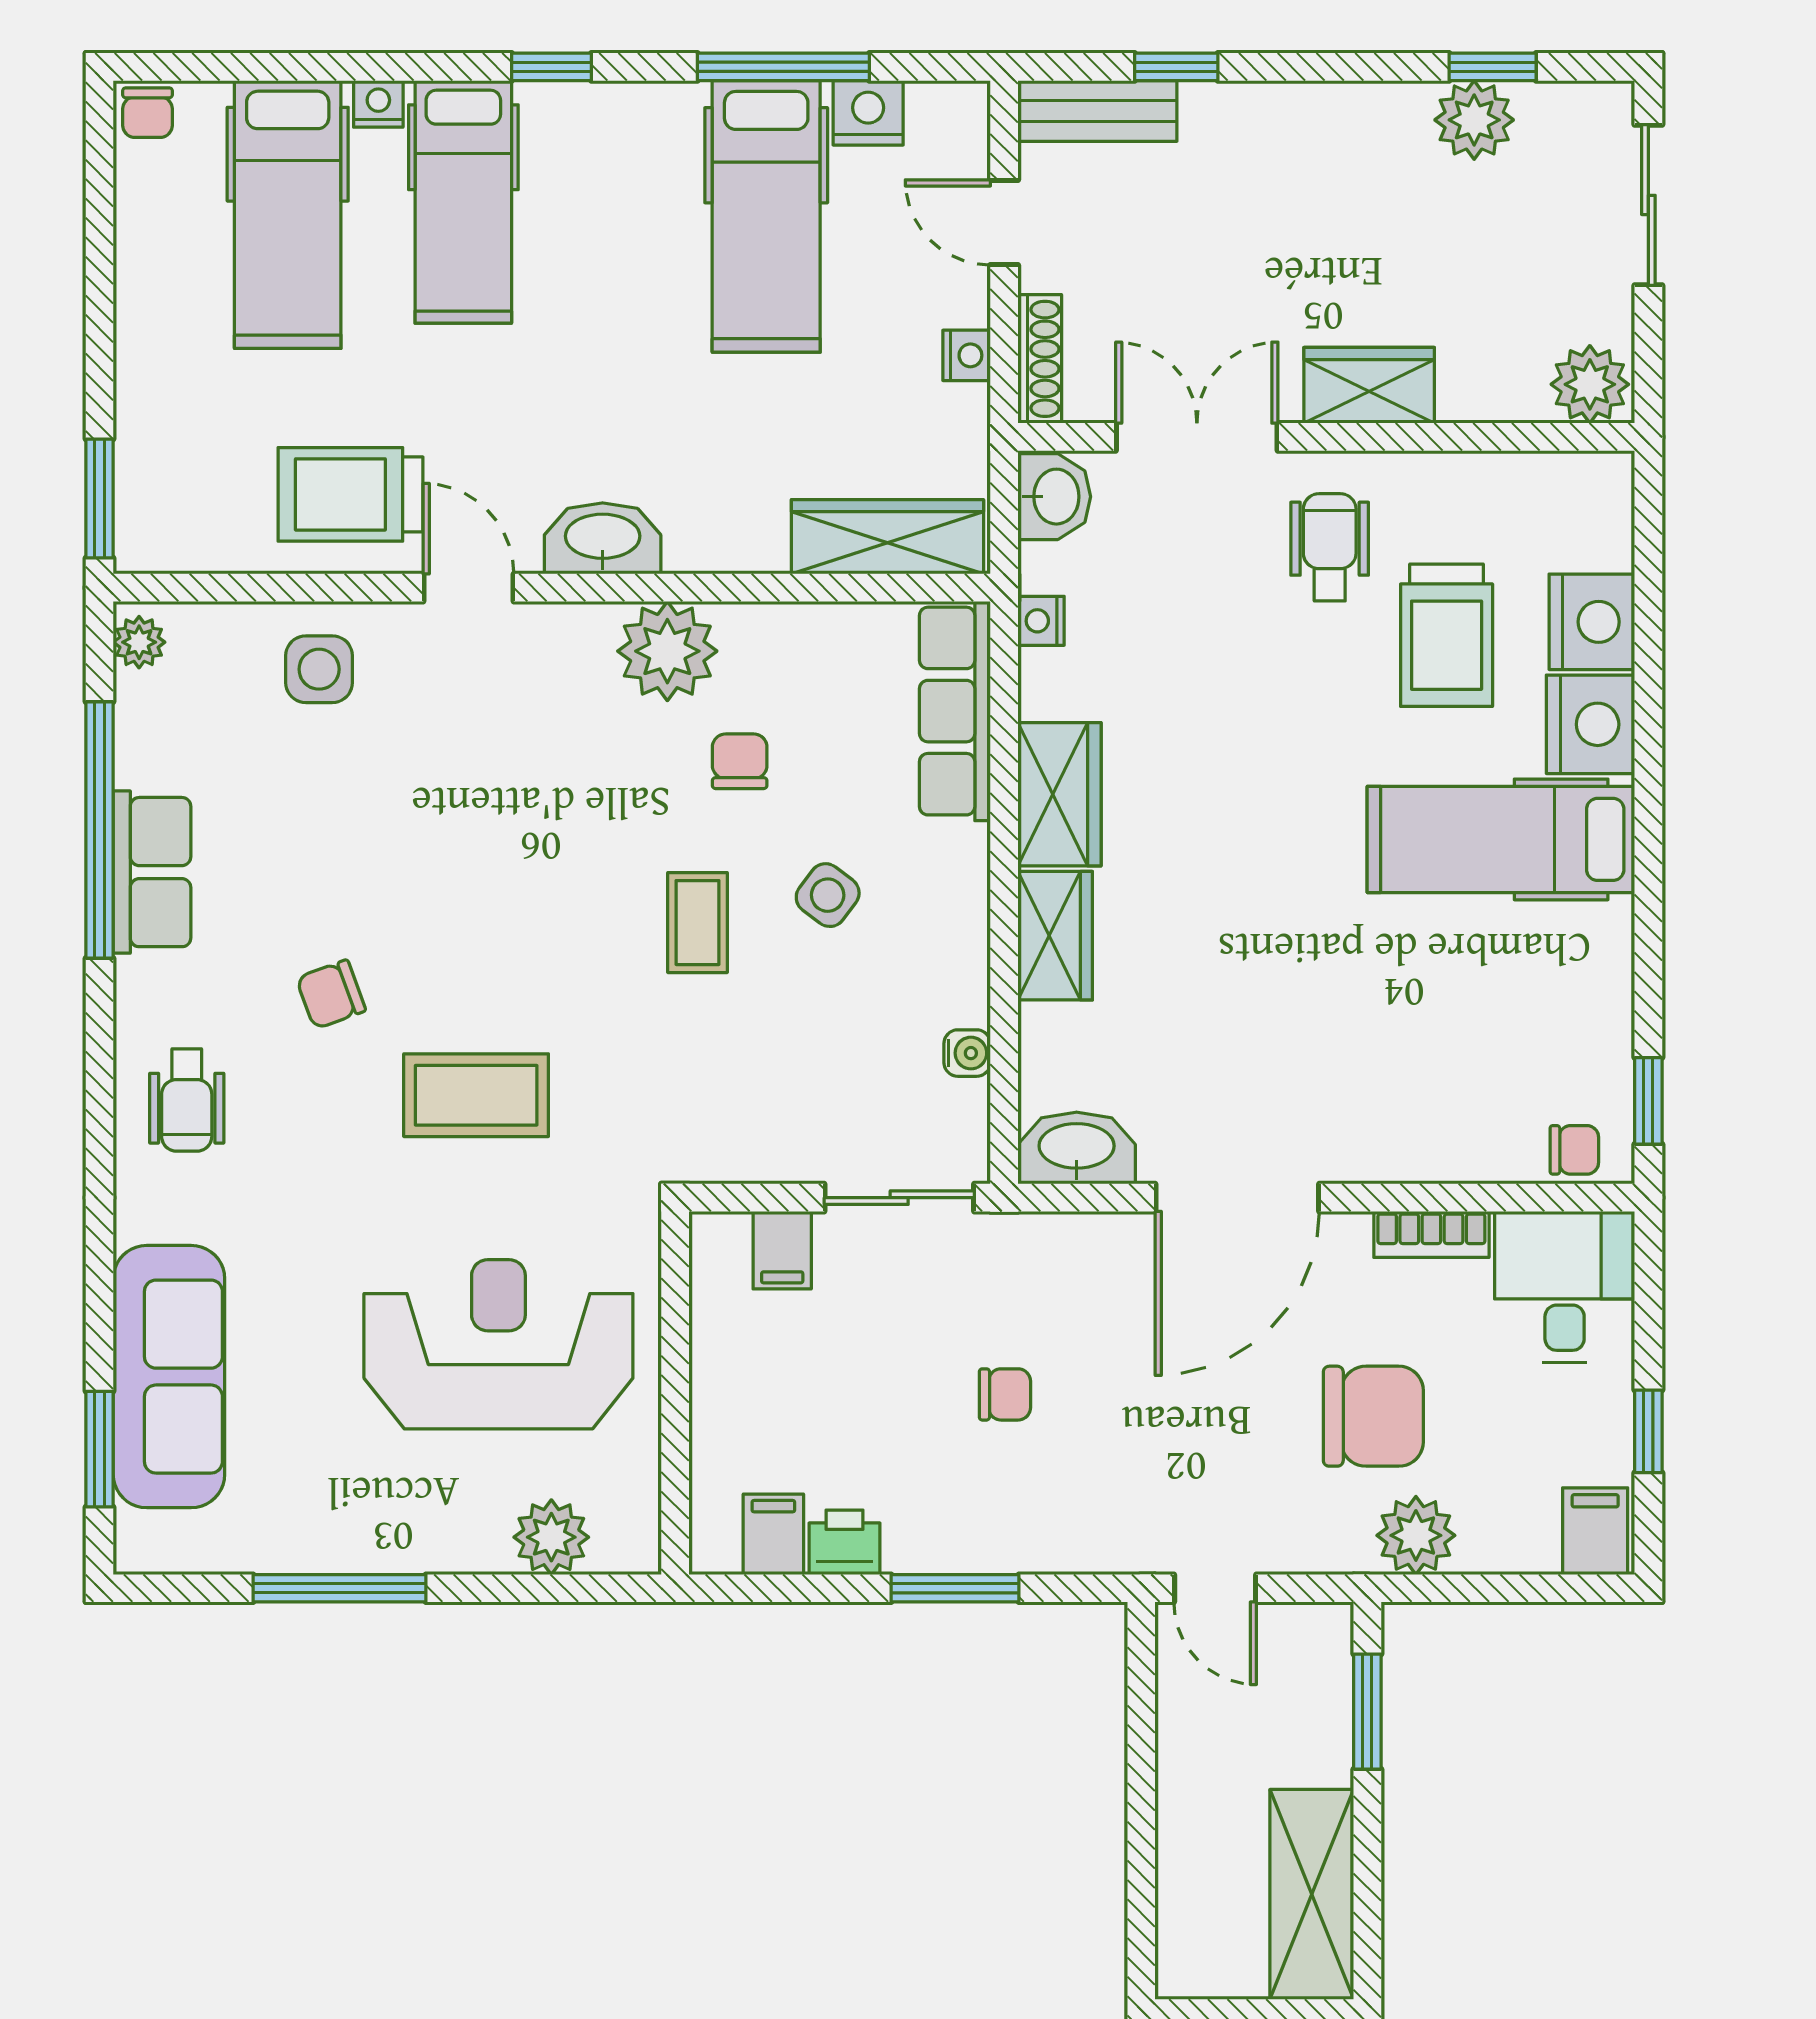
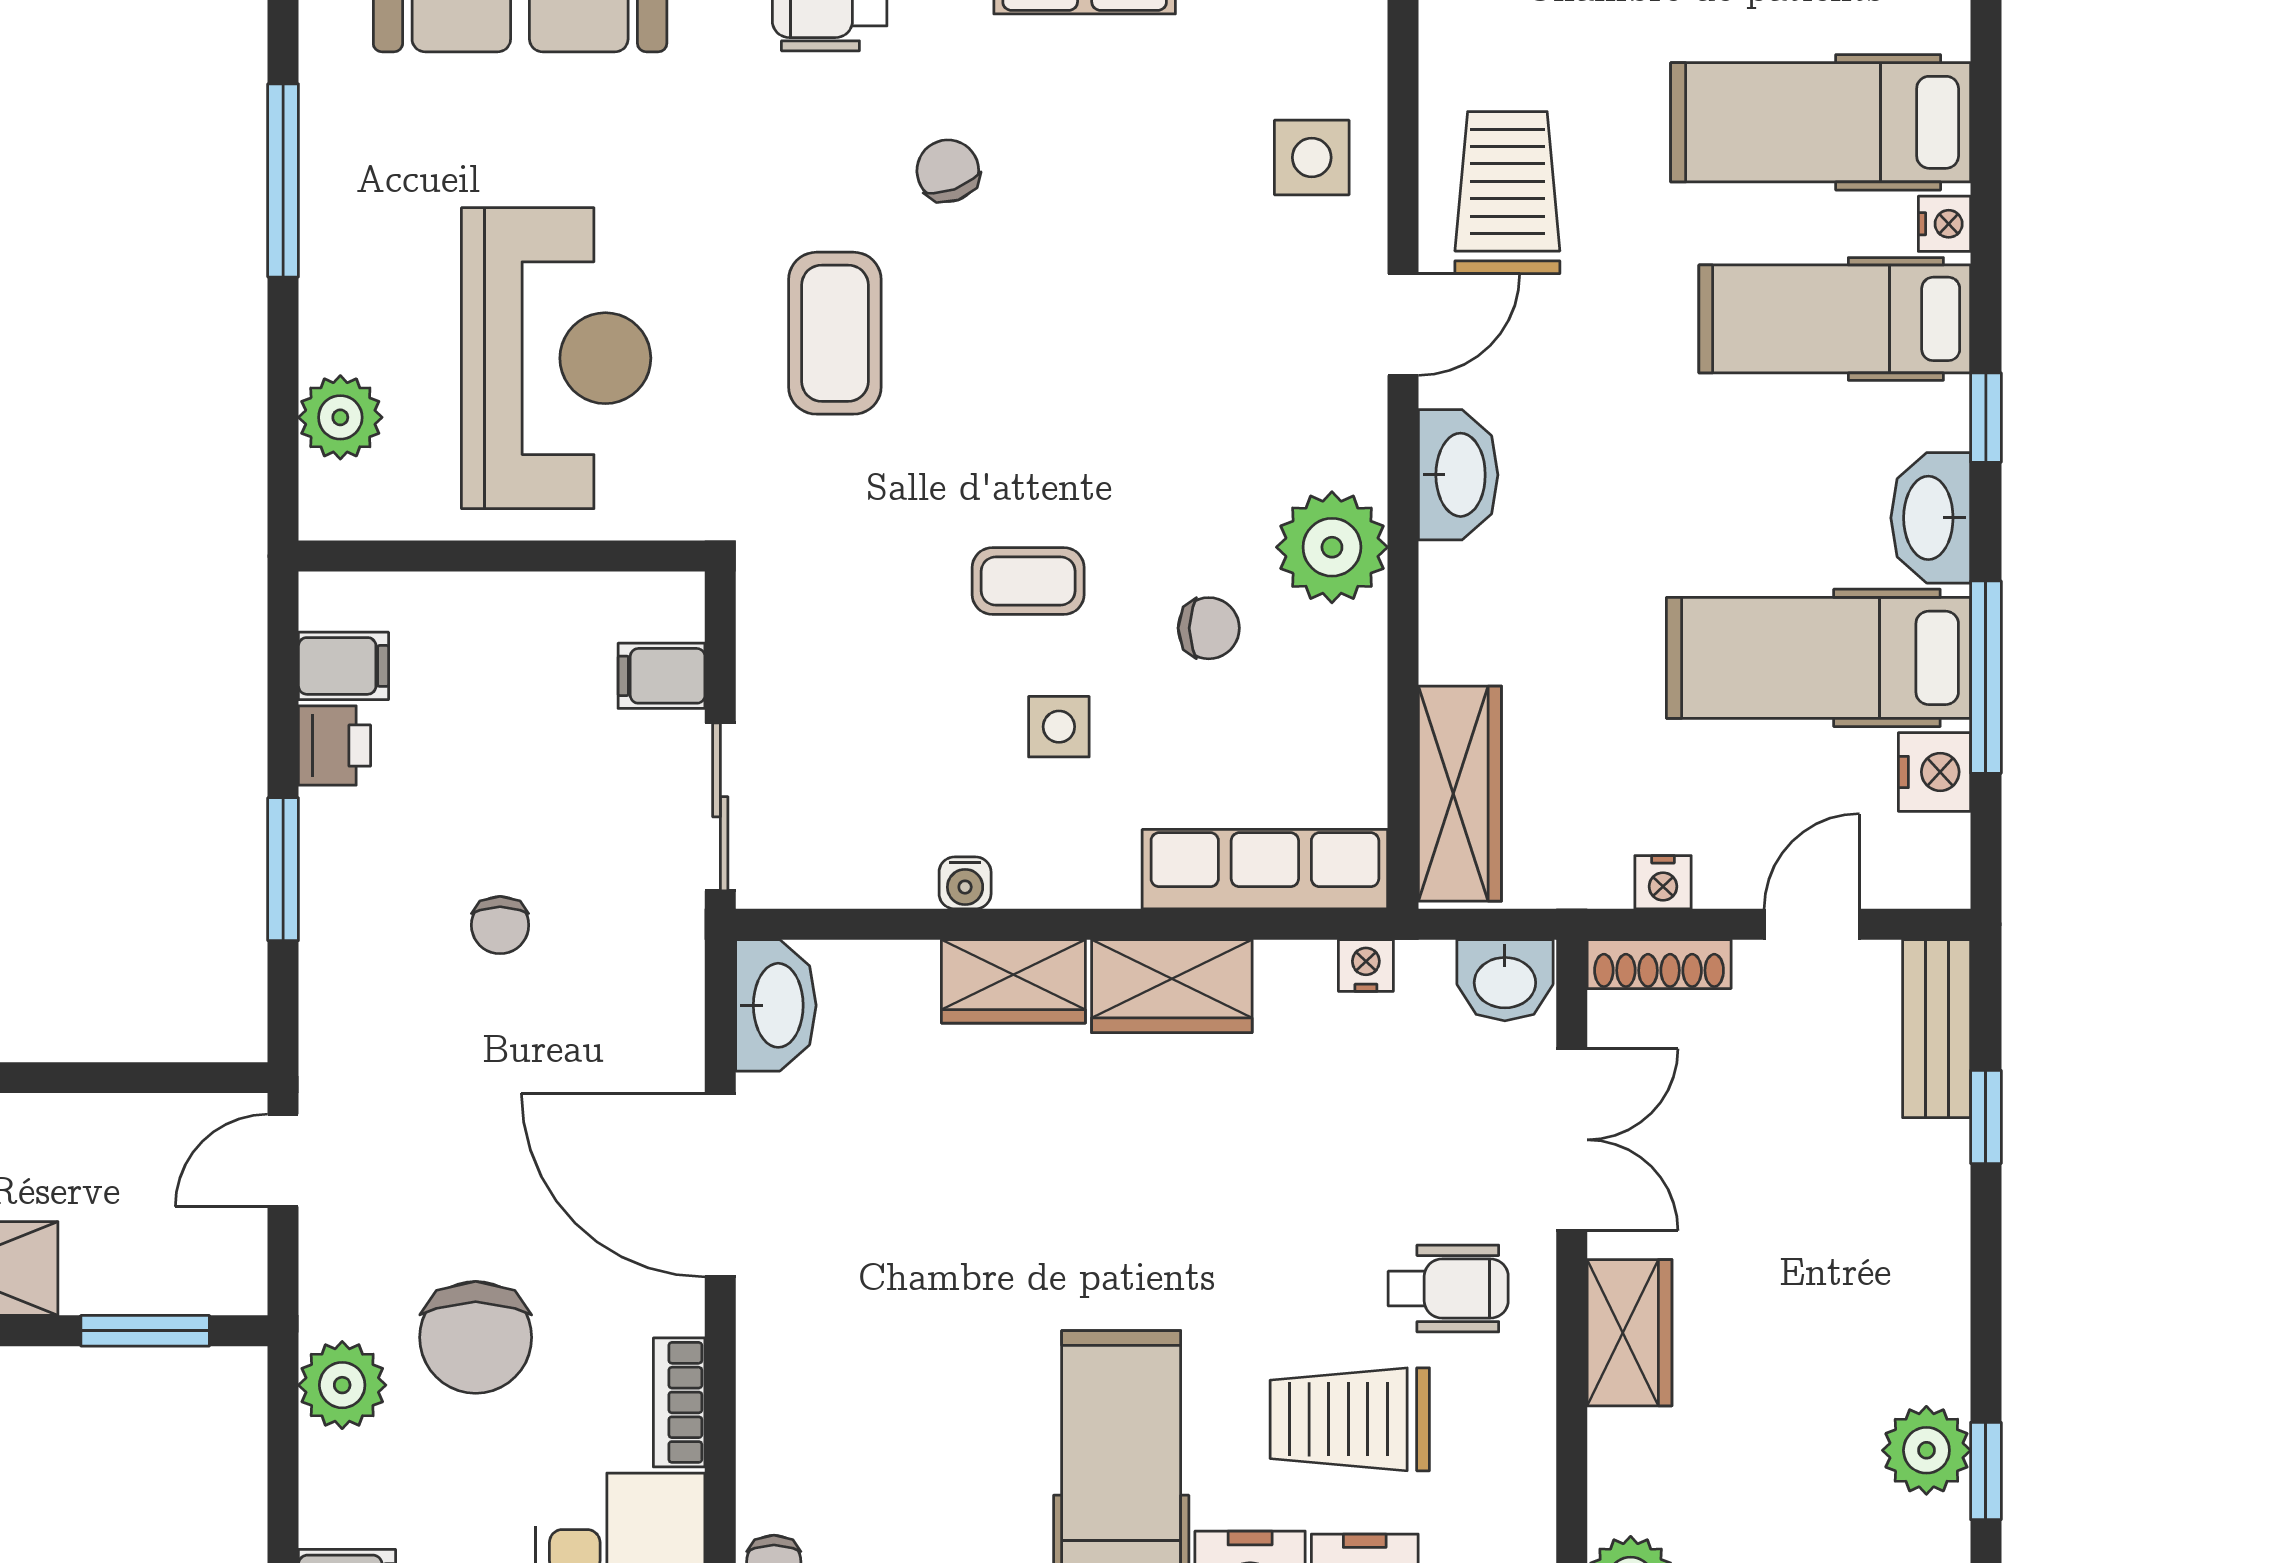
washbasin: (641, 116) -> (1931, 518), added
side table: (828, 895) -> (1059, 727), turned -37
water cooler: (967, 1053) -> (965, 883), moved

